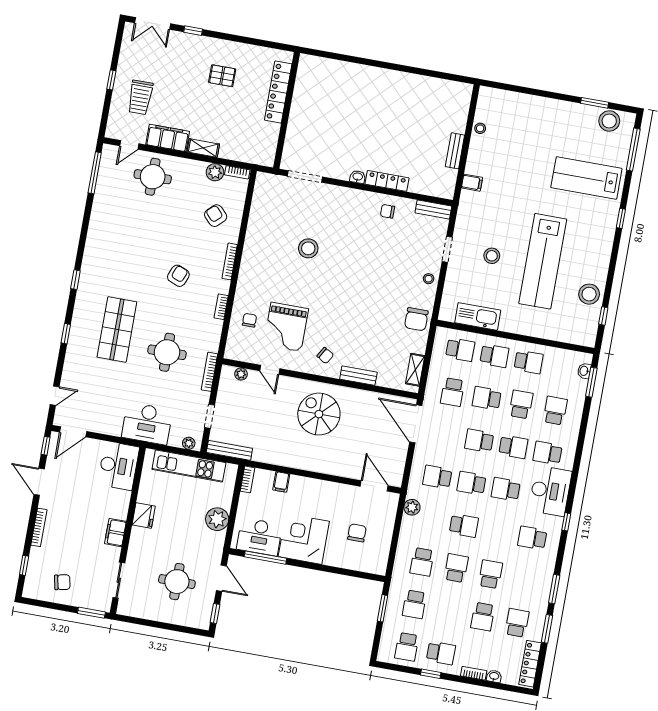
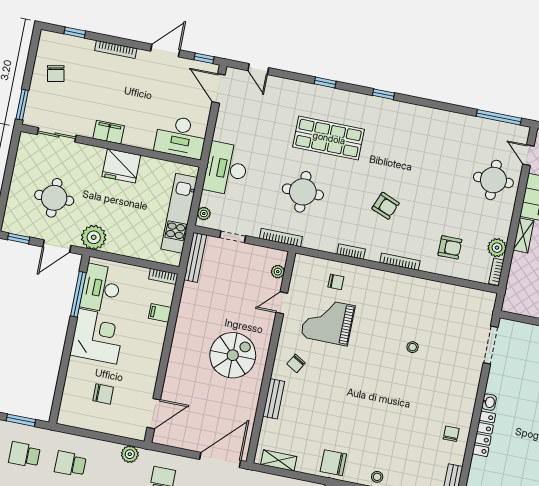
armchair: (216, 216) -> (450, 247), turned 44
stool: (308, 248) -> (413, 347), width x0.53, depth x0.53
fridge: (144, 516) -> (121, 166), width x1.36, depth x1.34
plant: (217, 519) -> (94, 237), moved

